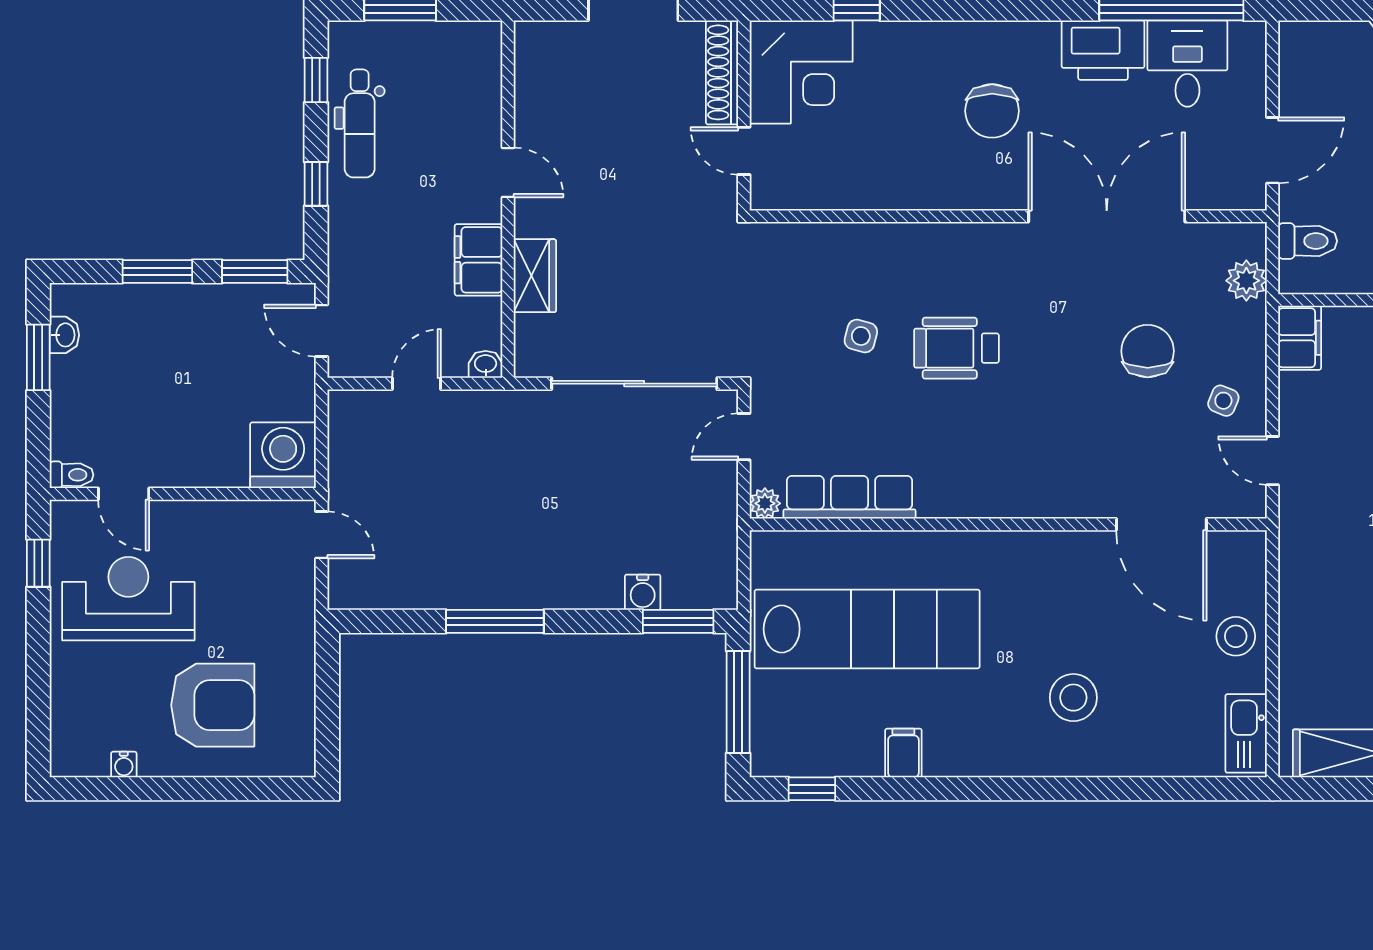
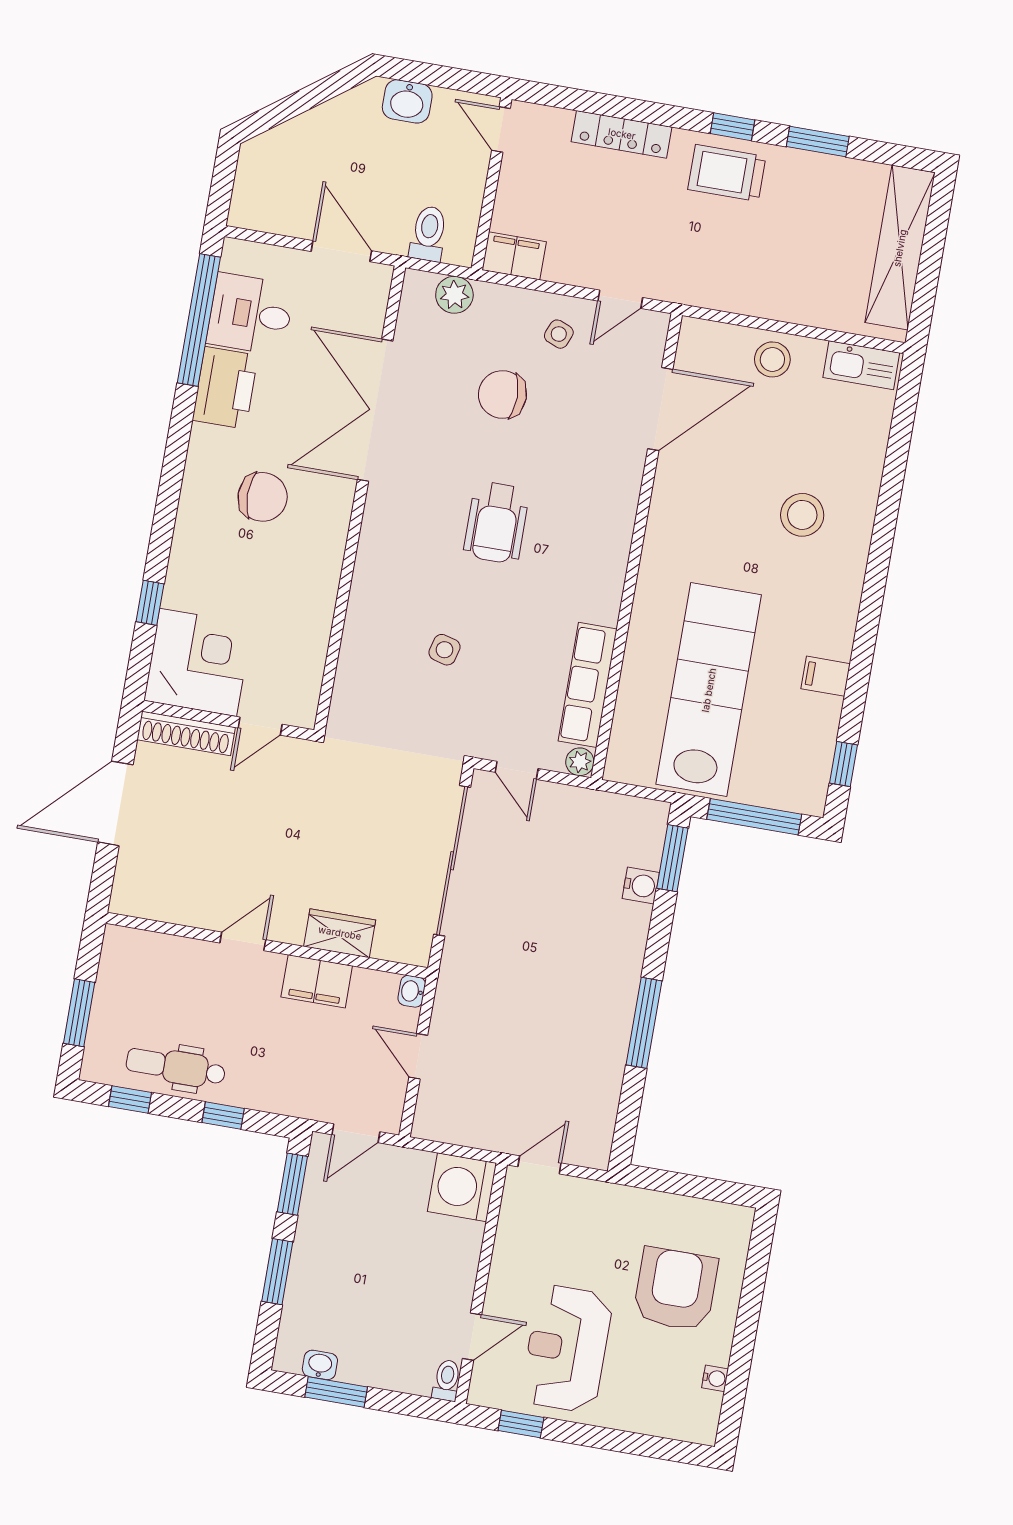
dental chair: (360, 123) -> (176, 1067), turned 180
wheelchair: (956, 348) -> (496, 523), moved

